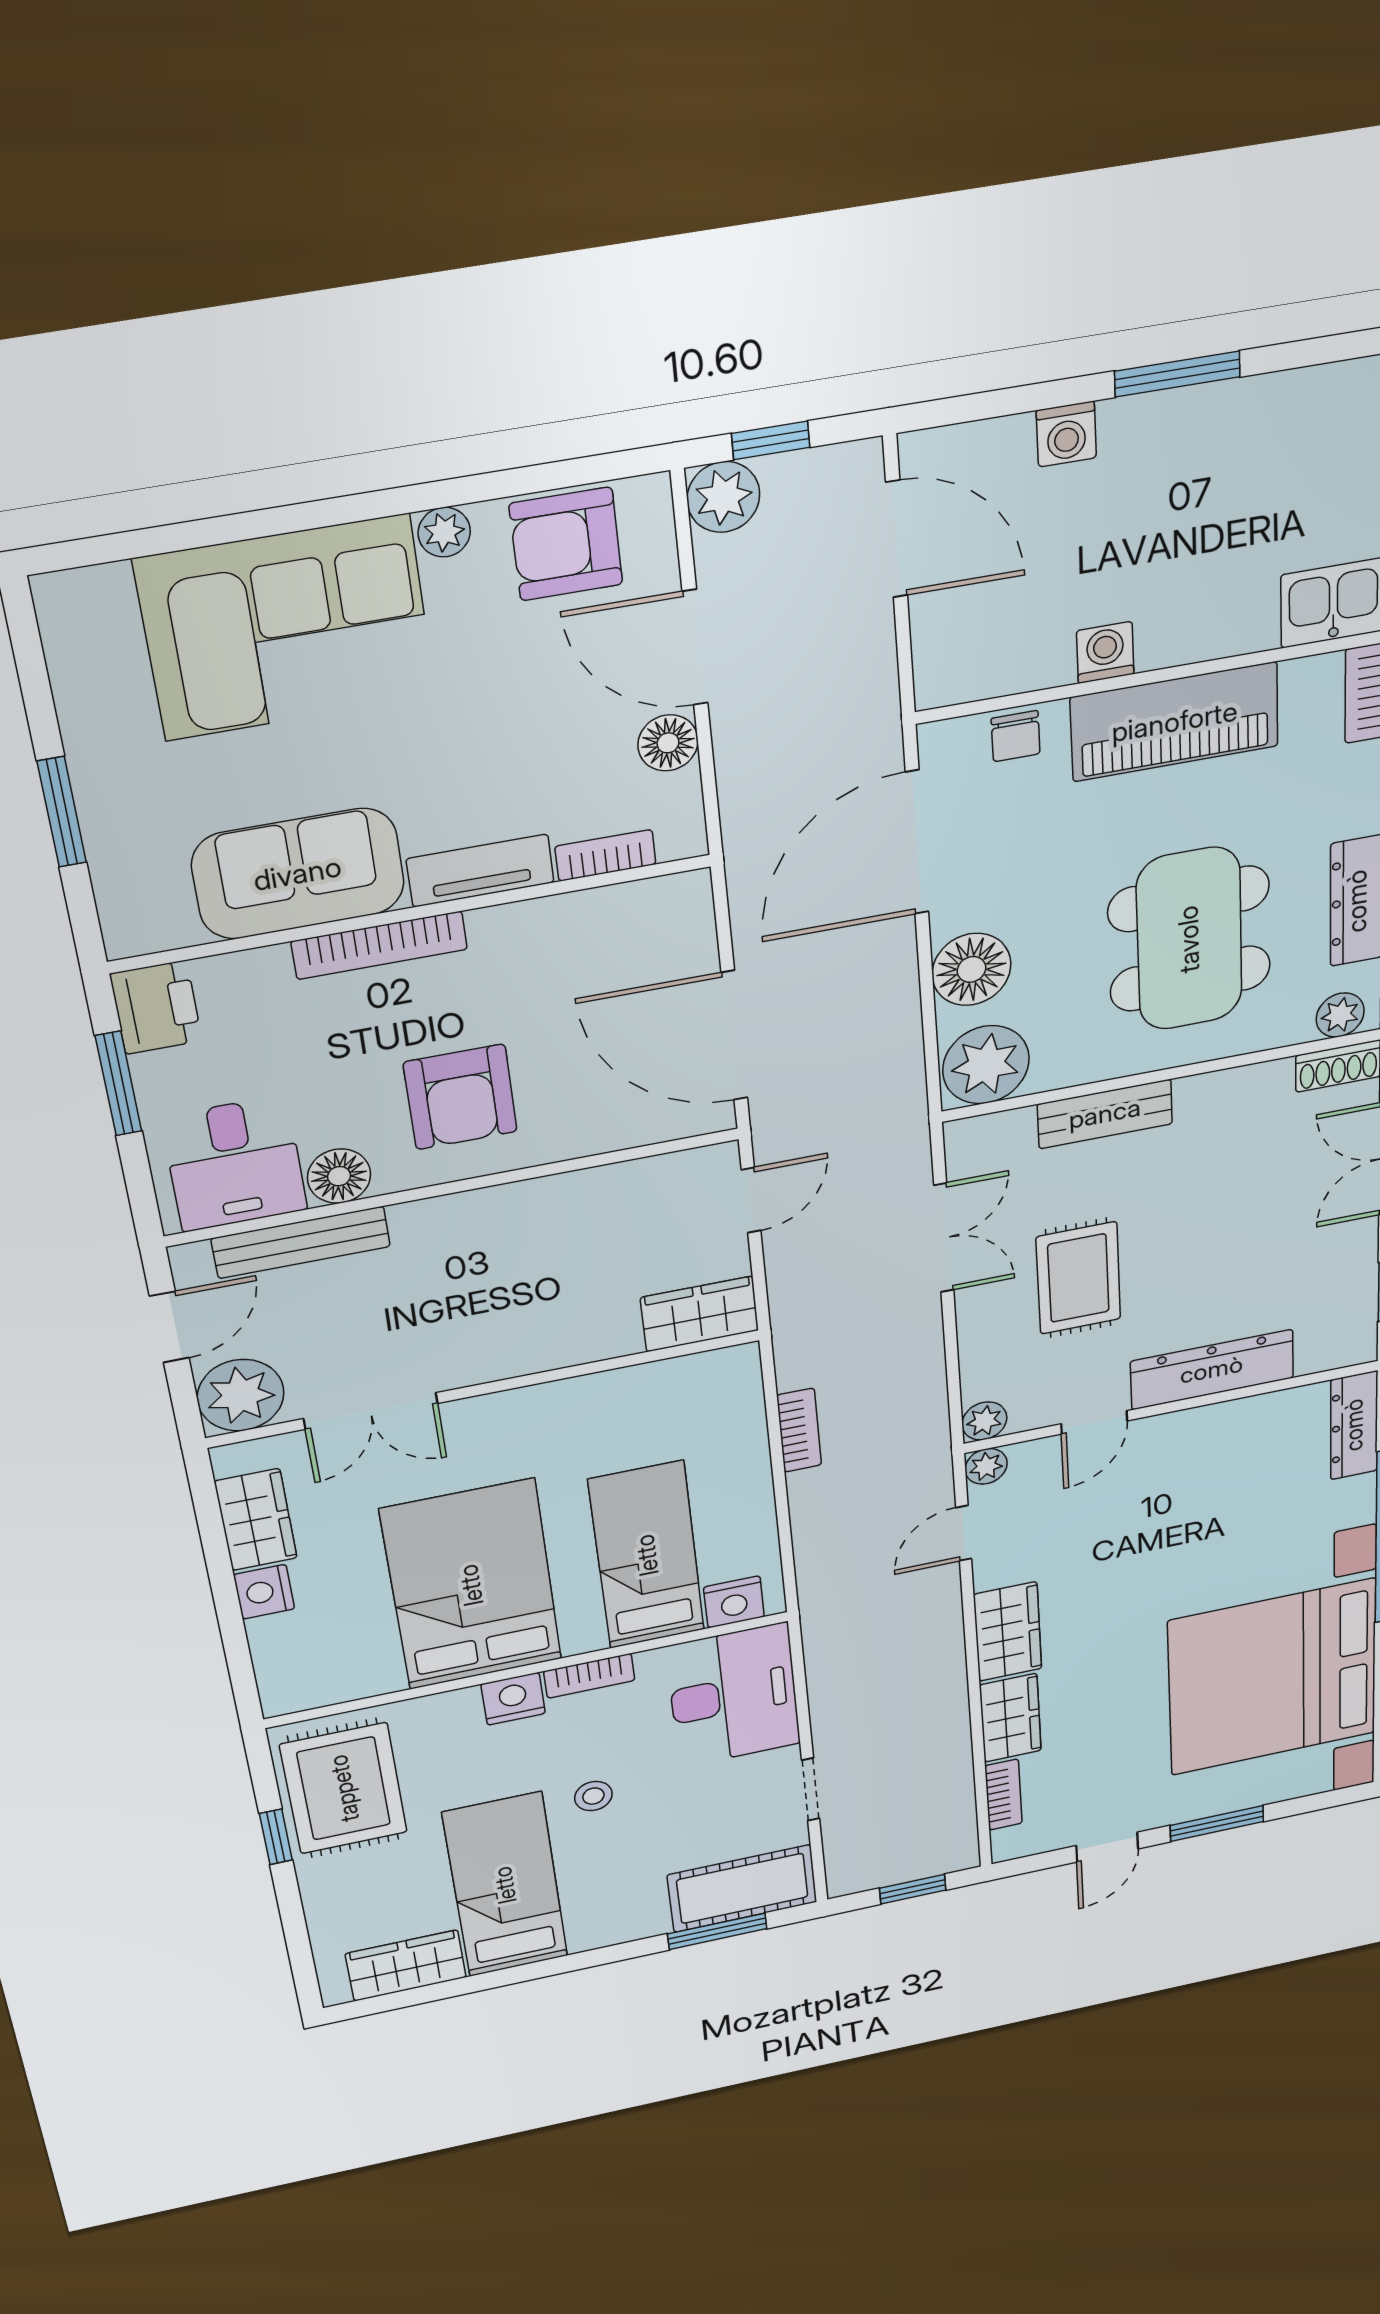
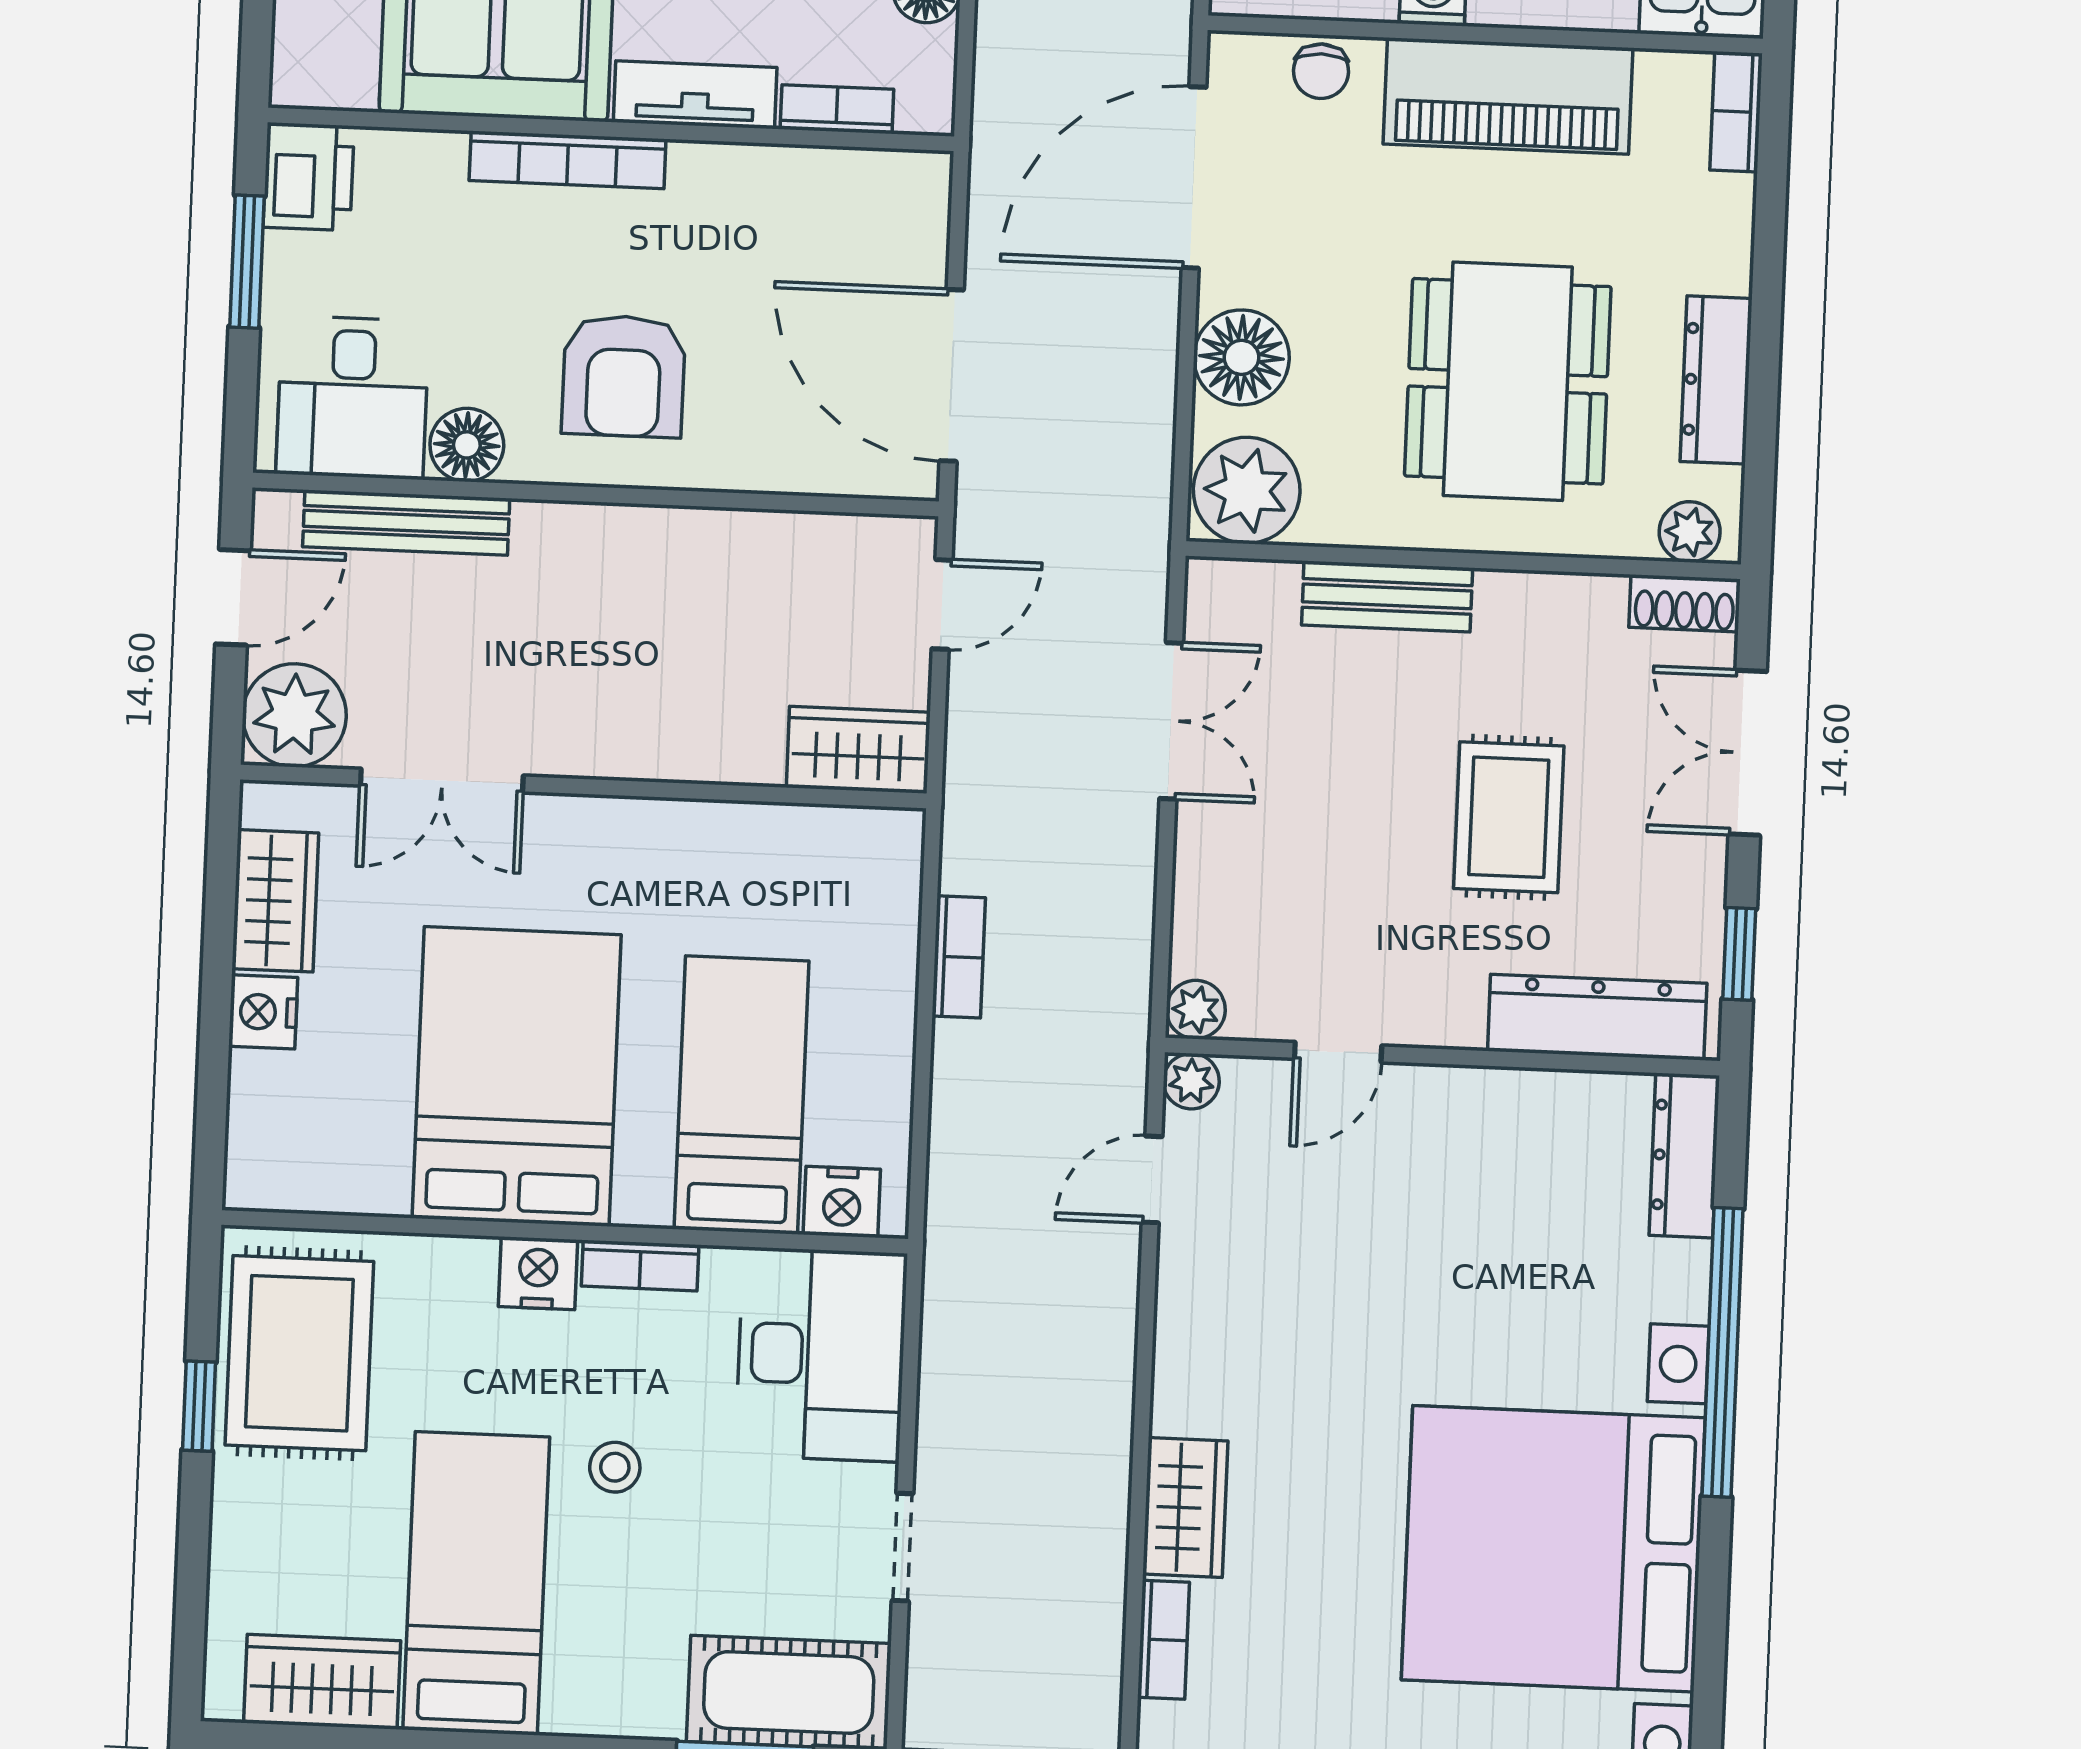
rug: (1078, 1278) -> (1509, 817), moved
dresser: (1212, 1370) -> (1597, 1017), moved
wardrobe: (1008, 1632) -> (1195, 1359), removed

